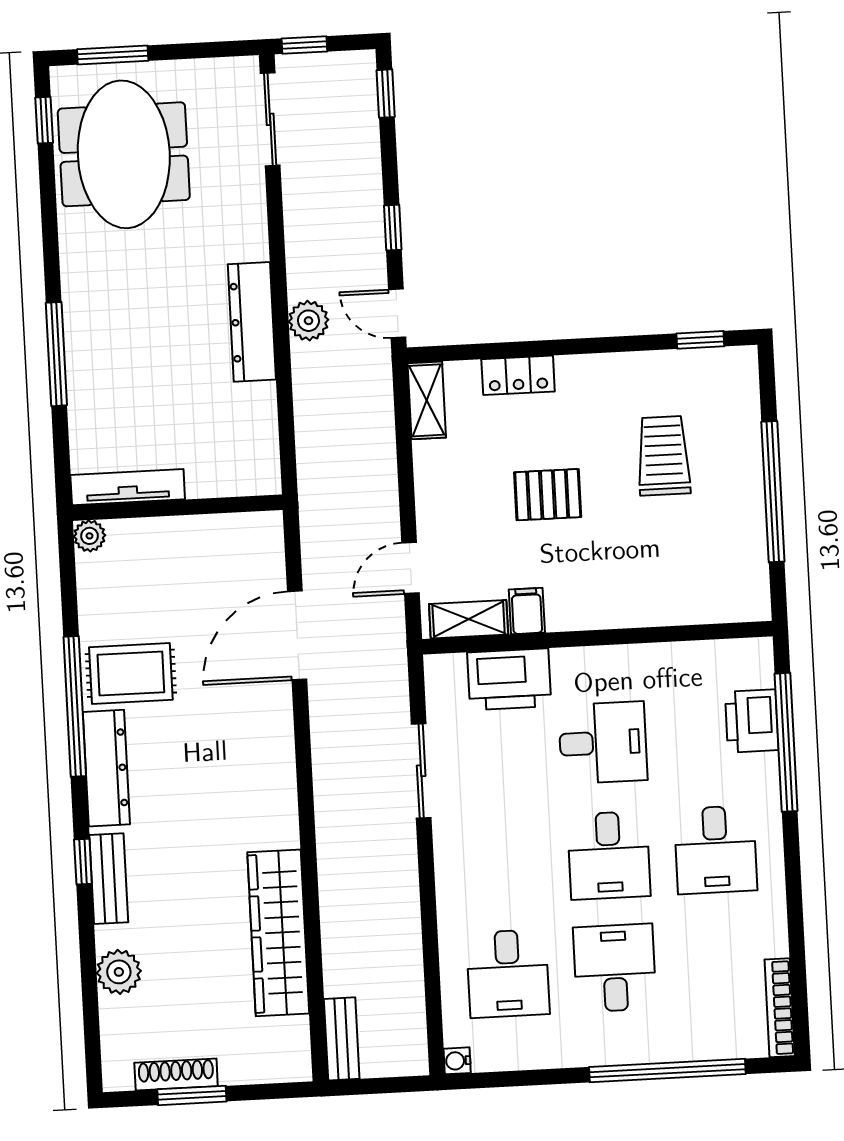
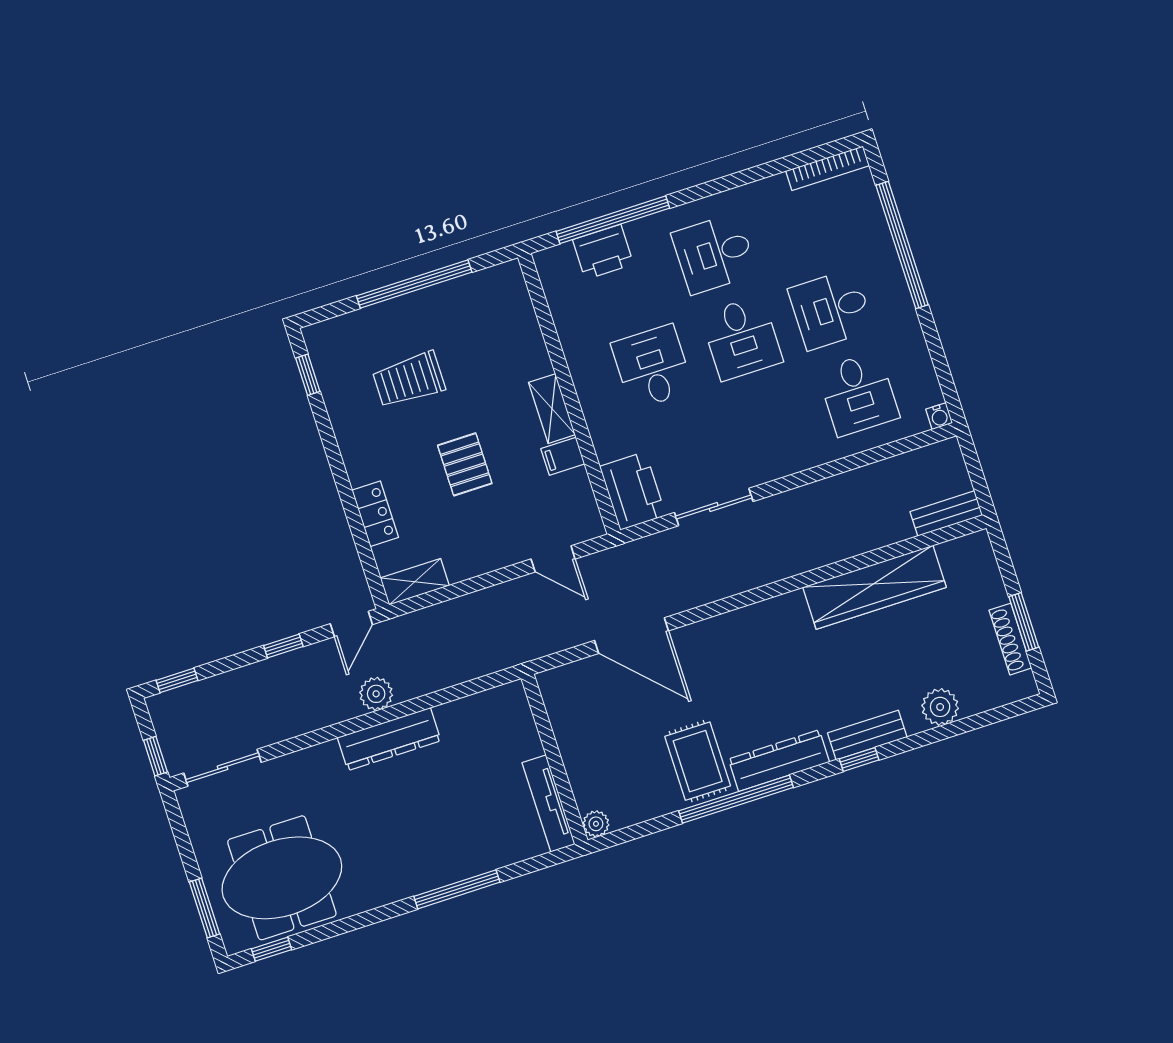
shelving: (469, 619) -> (552, 409), moved
printer: (509, 679) -> (633, 491), moved
desk: (716, 850) -> (714, 254), turned 180
desk: (609, 855) -> (742, 338), turned 90
desk: (508, 974) -> (858, 394), turned 90

